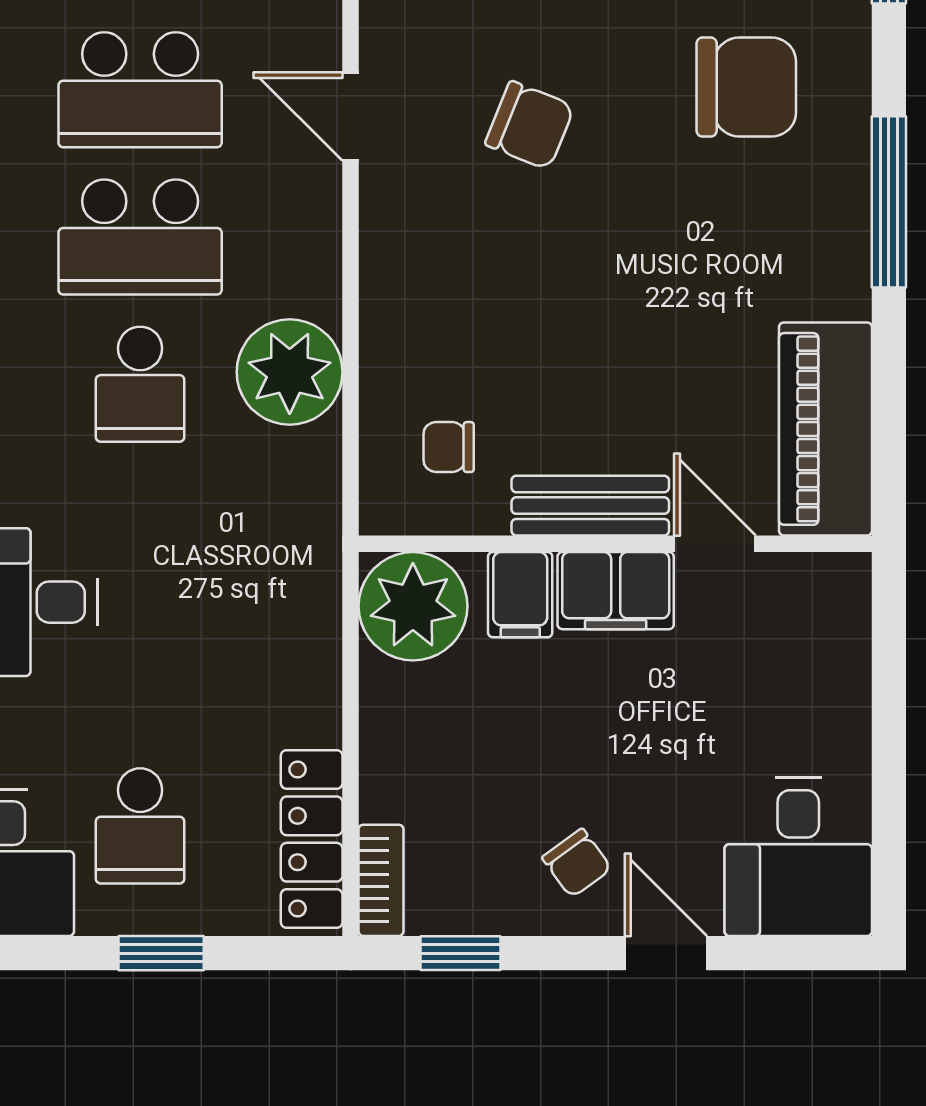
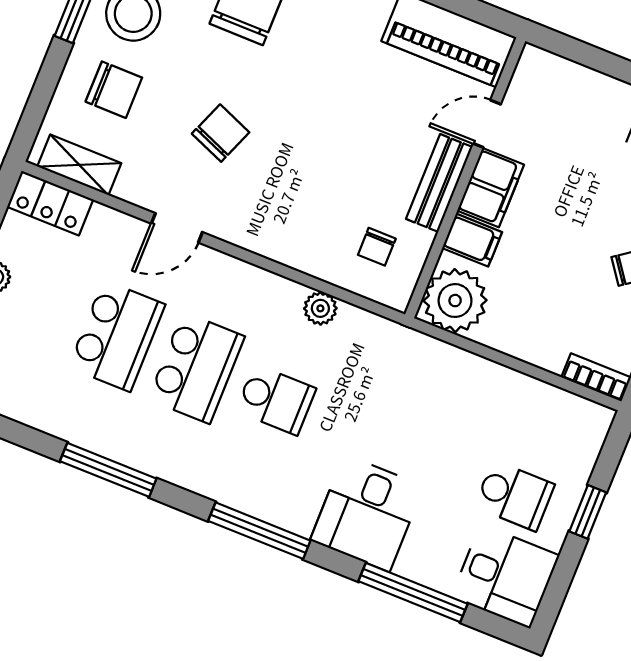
plant: (290, 372) -> (320, 308), width x0.53, depth x0.53
locker: (312, 839) -> (559, 406), removed

